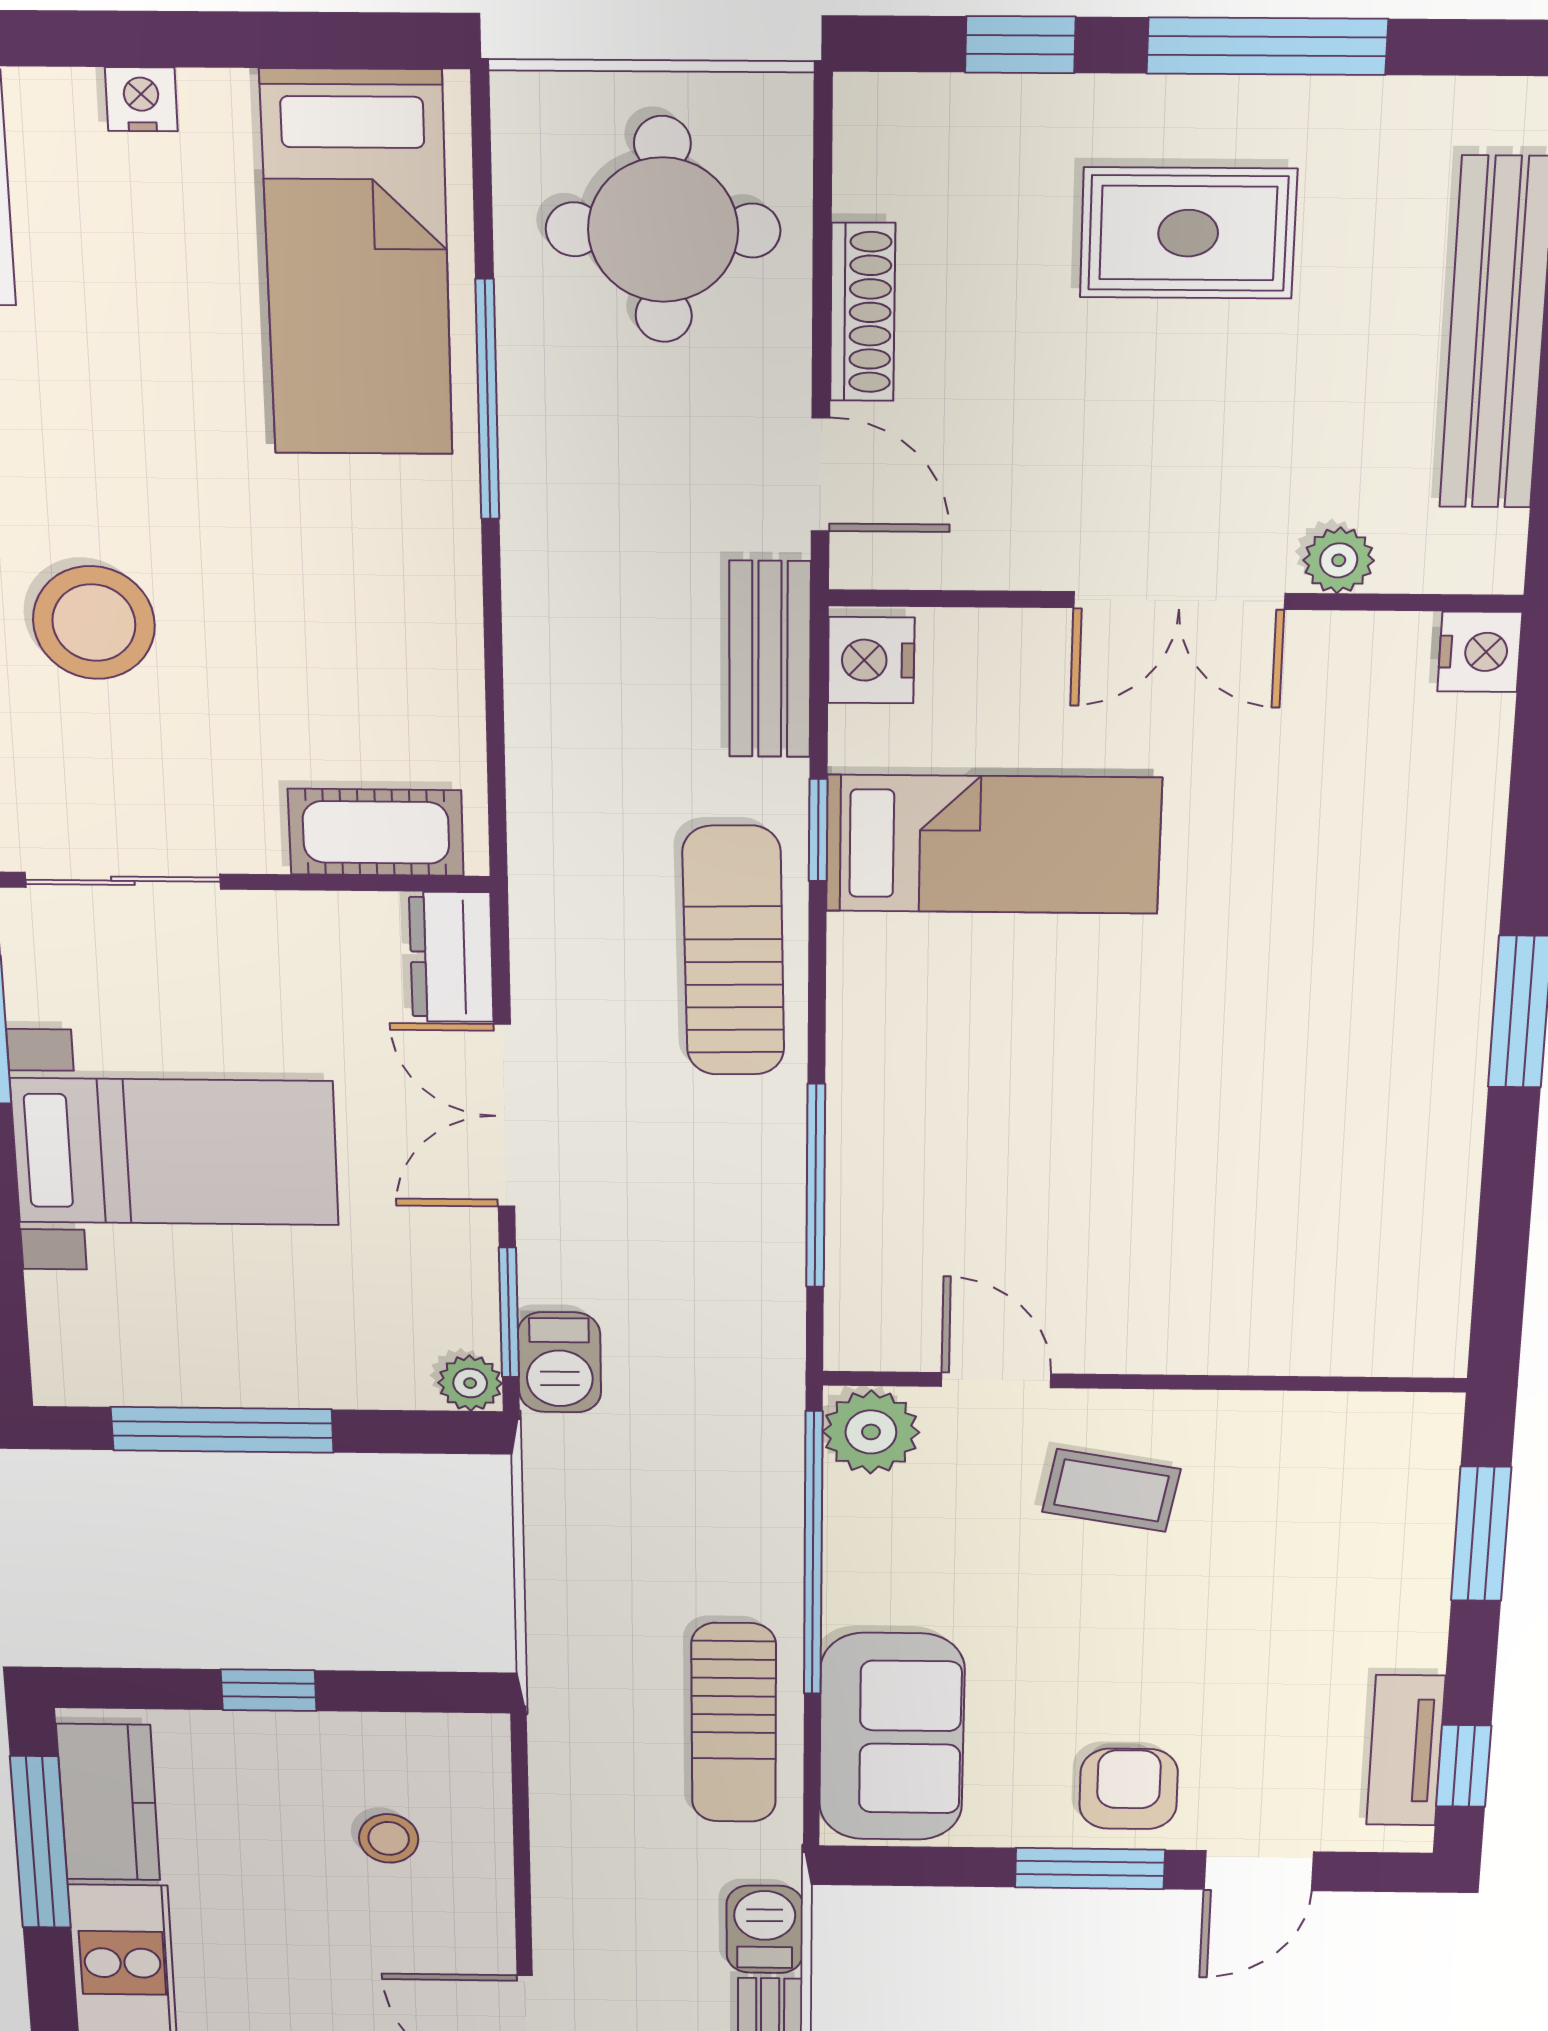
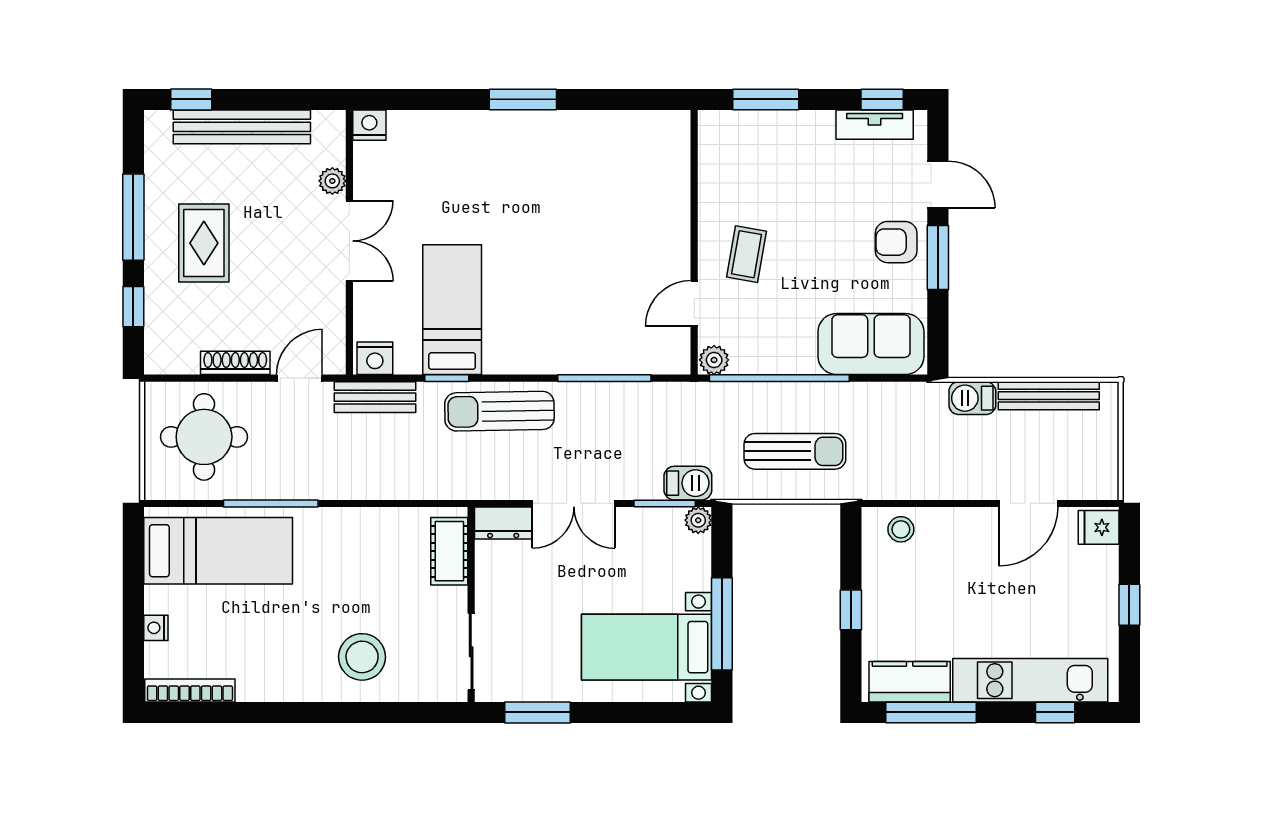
bed with nightstands: (175, 1152) -> (647, 647), moved, turned -90
plant: (871, 1432) -> (714, 360), width x0.73, depth x0.73
sun lounger: (734, 1723) -> (795, 451), moved
stool: (389, 1838) -> (901, 529), moved

